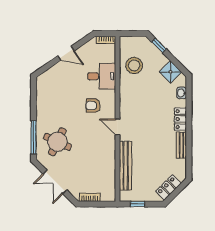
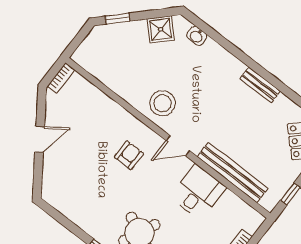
stool: (134, 65) -> (162, 103), moved
desk: (102, 76) -> (198, 192), moved
armchair: (93, 106) -> (129, 155), turned 180
locker: (180, 119) -> (227, 62), removed

